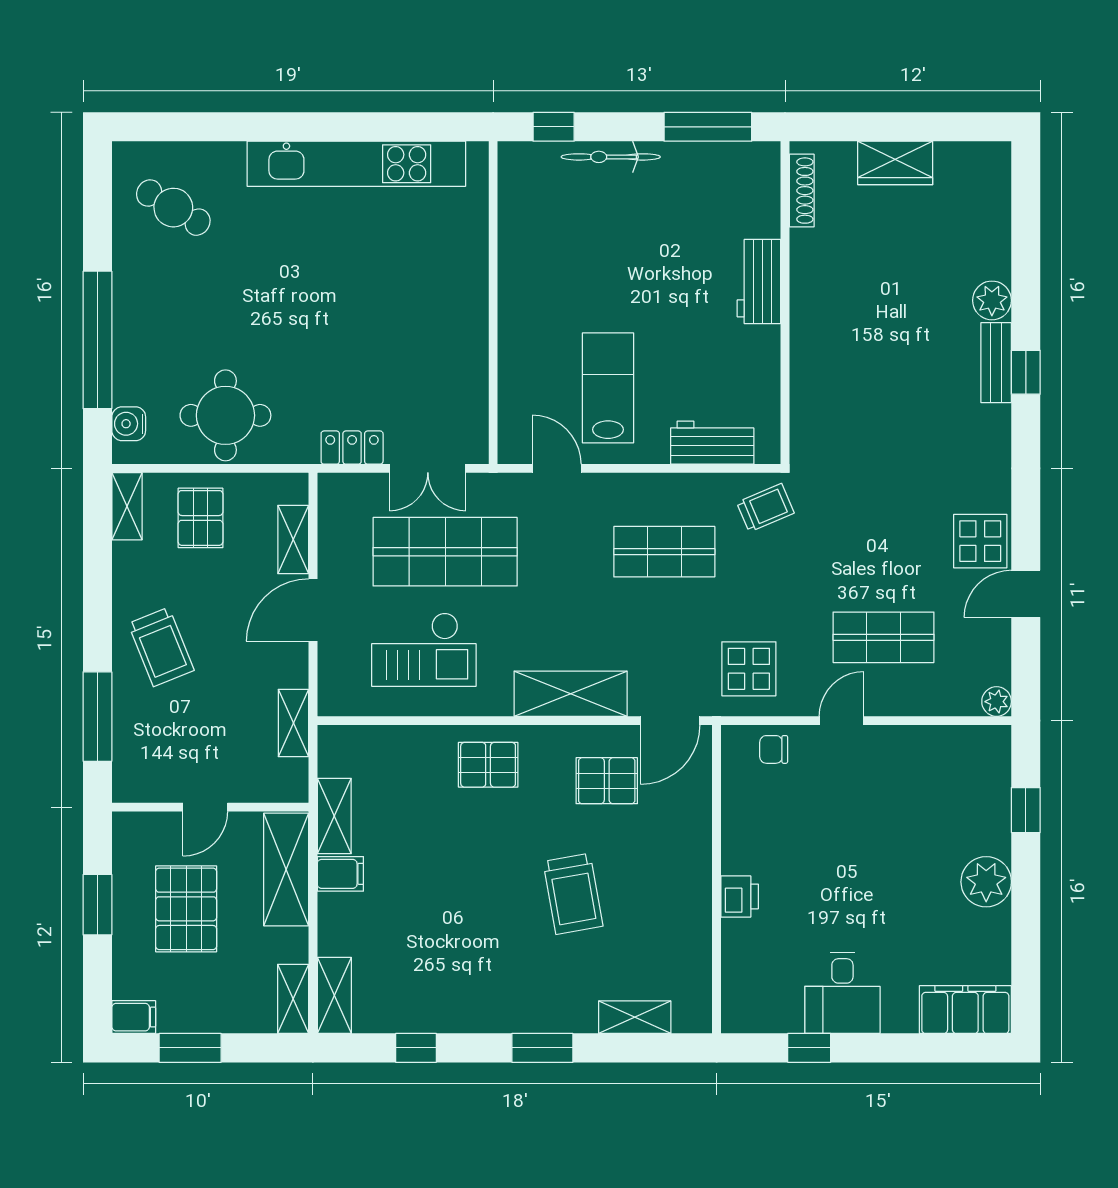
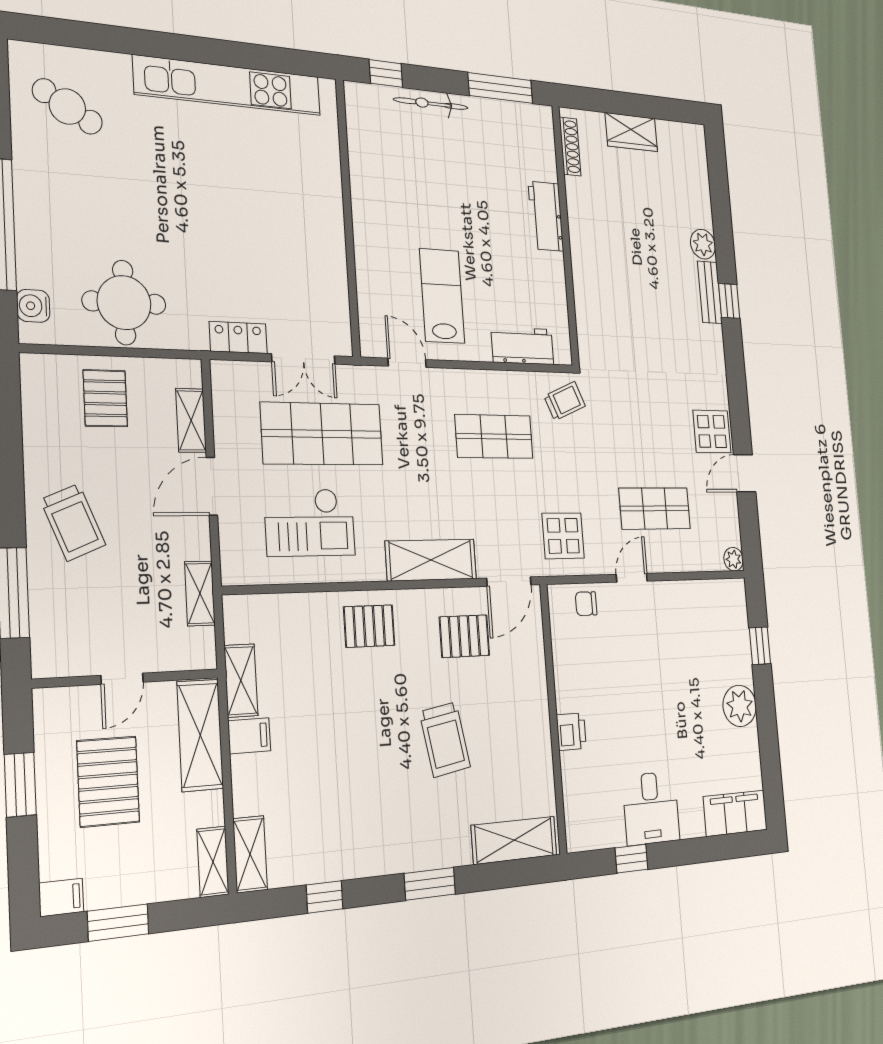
shelving: (127, 506) -> (35, 385), removed
shelving: (635, 1017) -> (514, 840), width x1.50, depth x1.33

